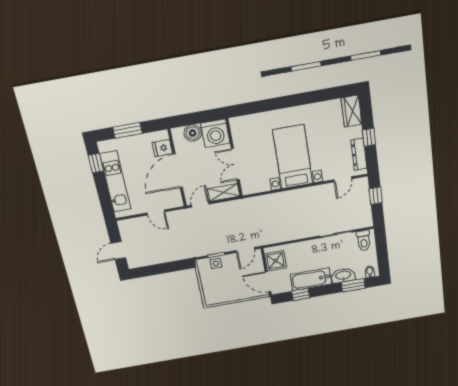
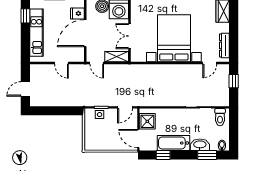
window: (369, 137) -> (234, 34), removed
bed with nightstands: (293, 157) -> (174, 38), width x1.36
door: (200, 205) -> (97, 63), swing flipped

